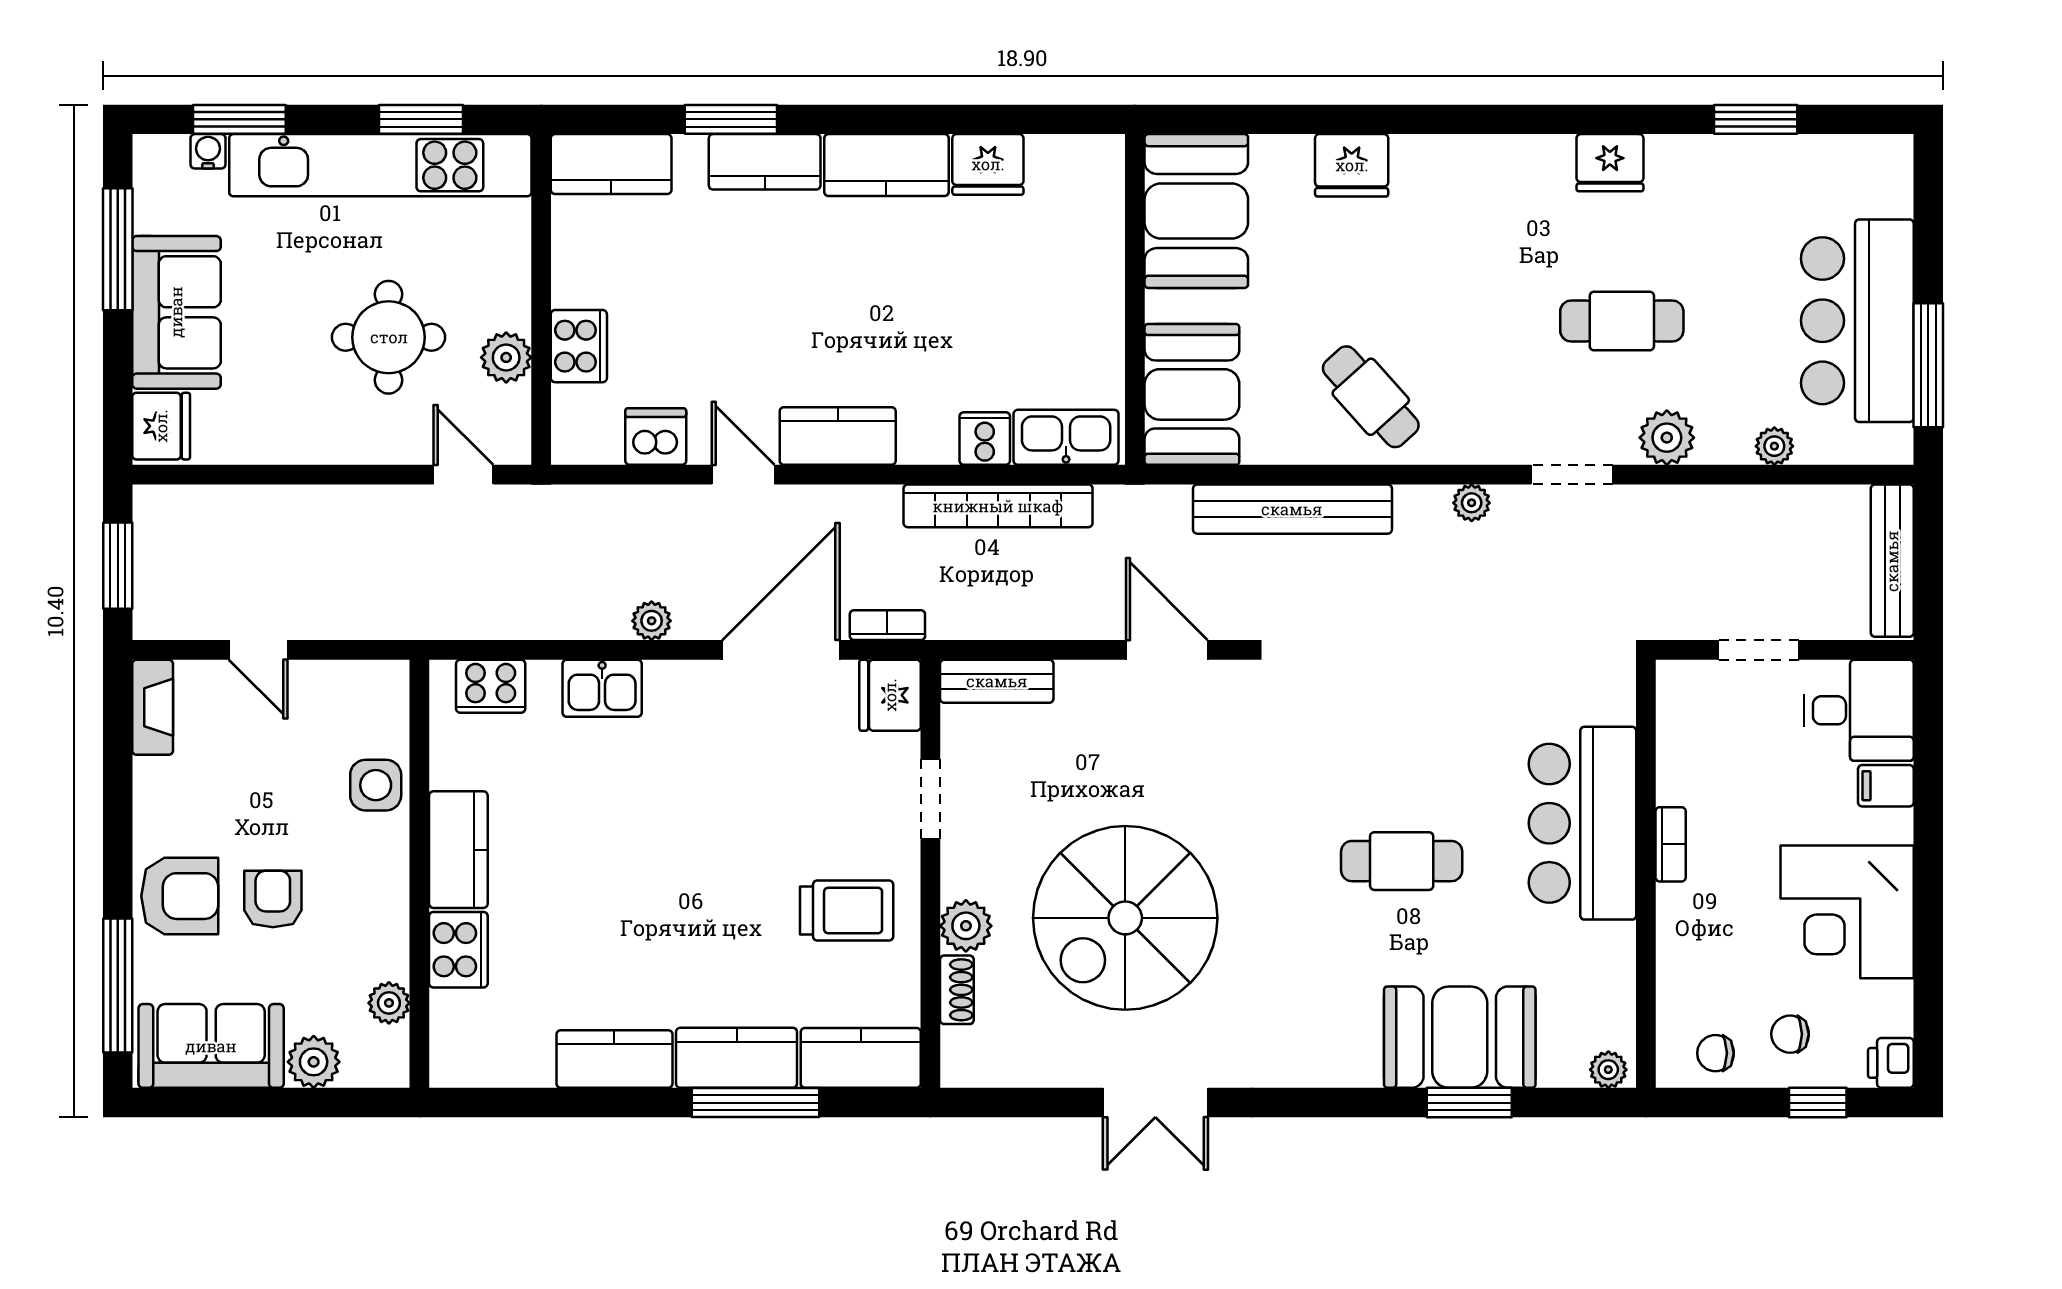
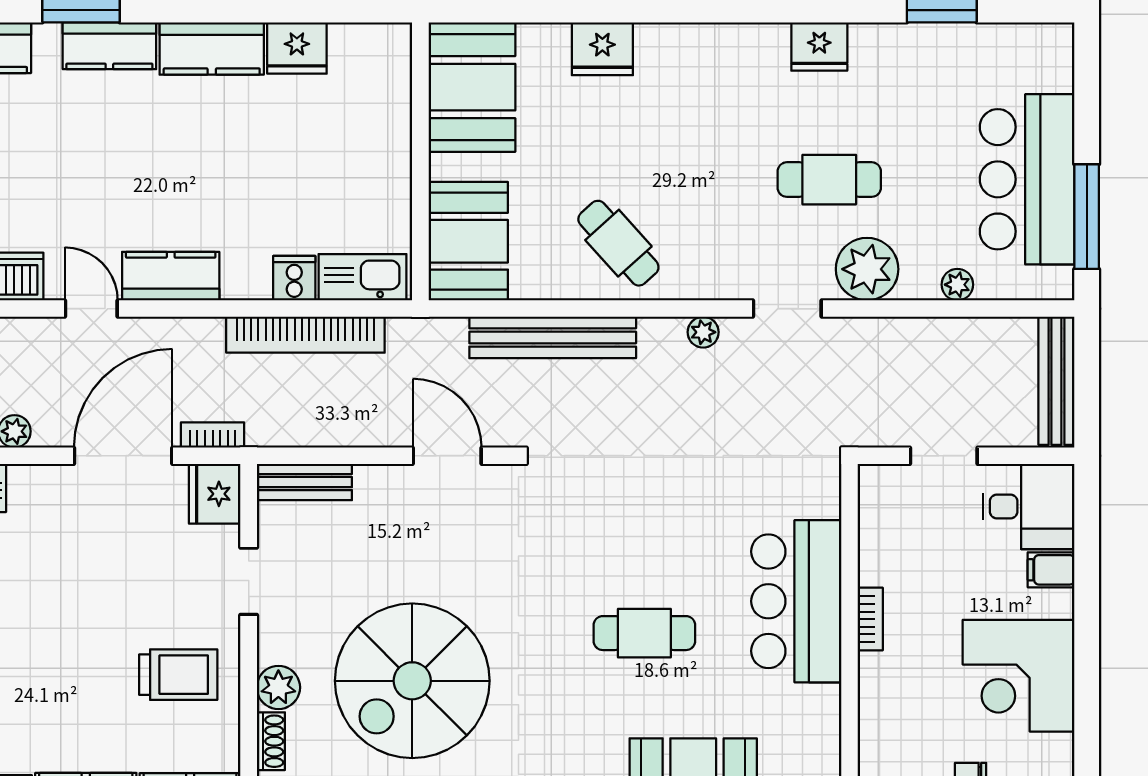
plant: (1667, 438) -> (867, 269), width x1.36, depth x1.36

